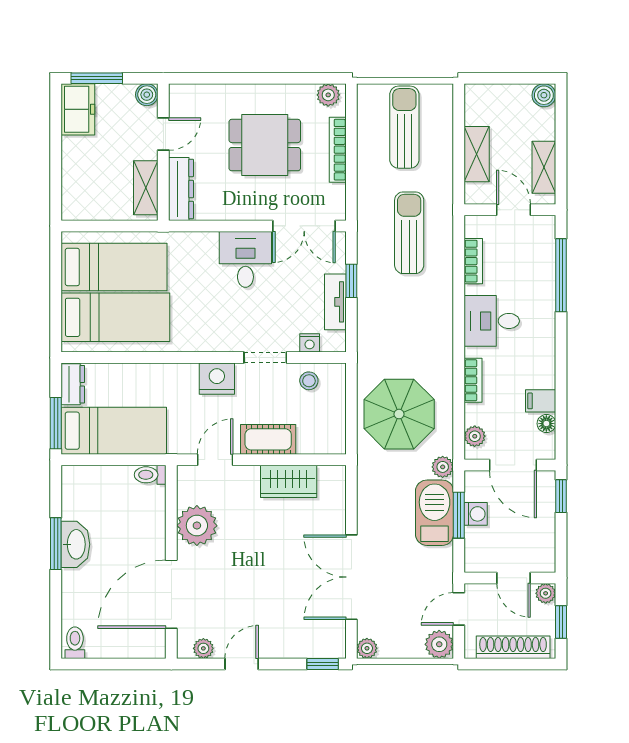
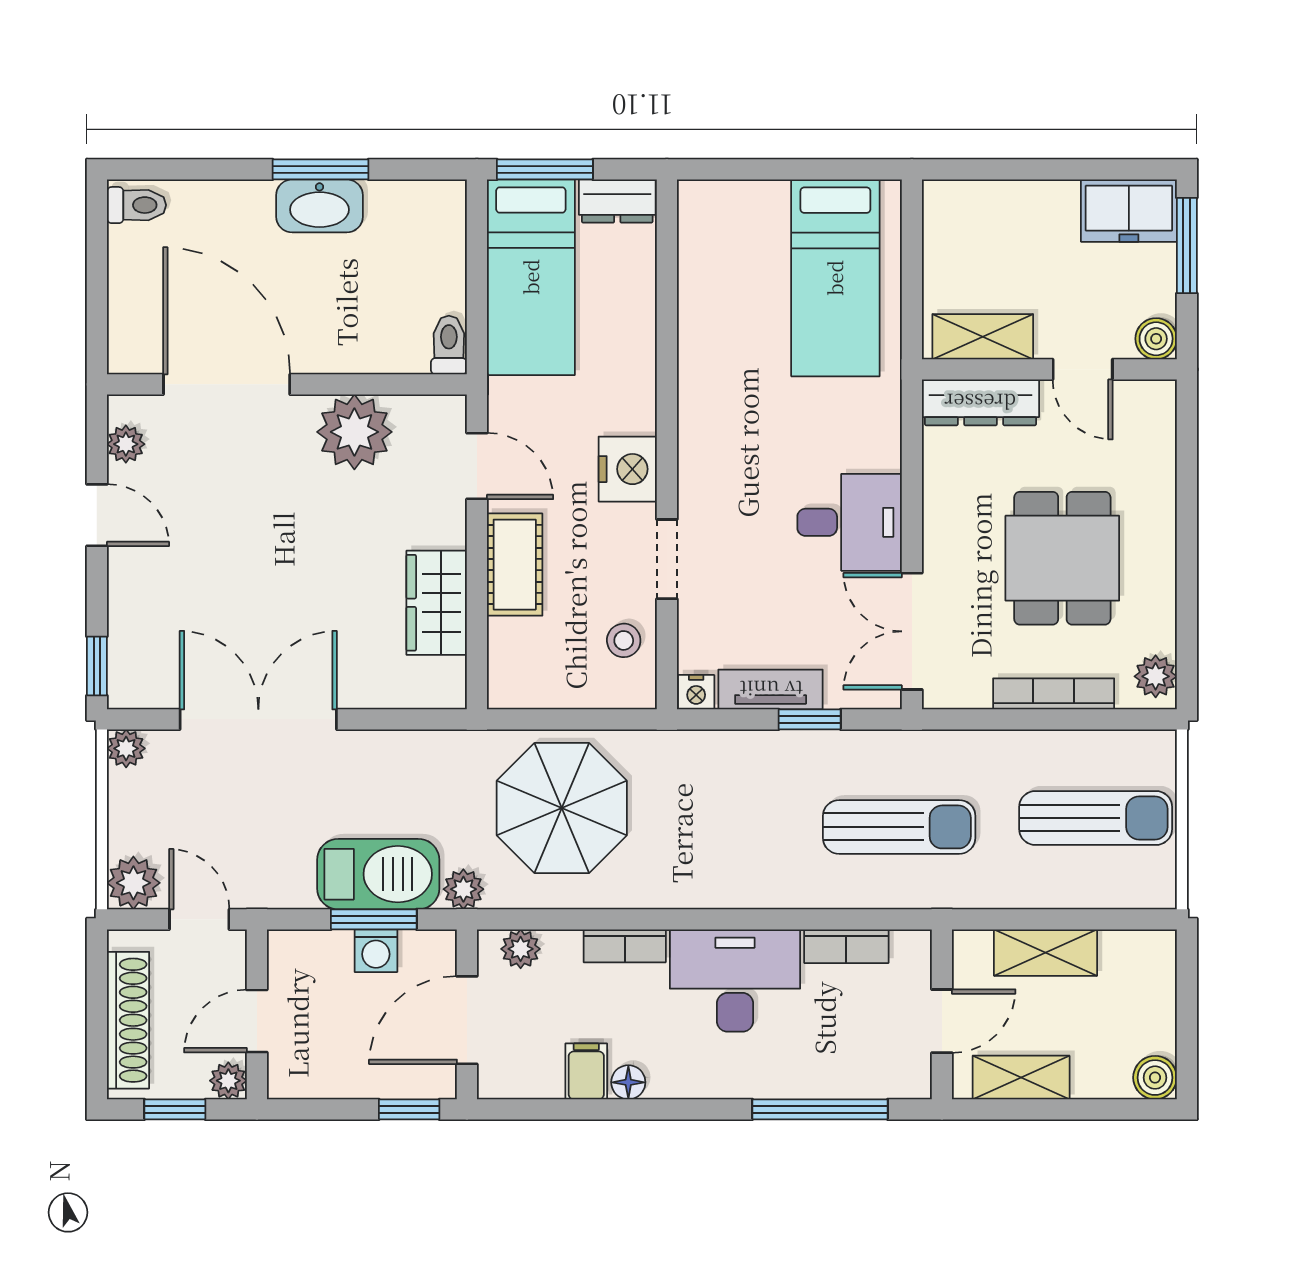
bed: (115, 317) -> (742, 280), removed
desk: (492, 321) -> (735, 981), width x1.37
nightstand: (310, 343) -> (696, 692), moved, turned -90
floor lamp: (546, 424) -> (628, 1082), moved

